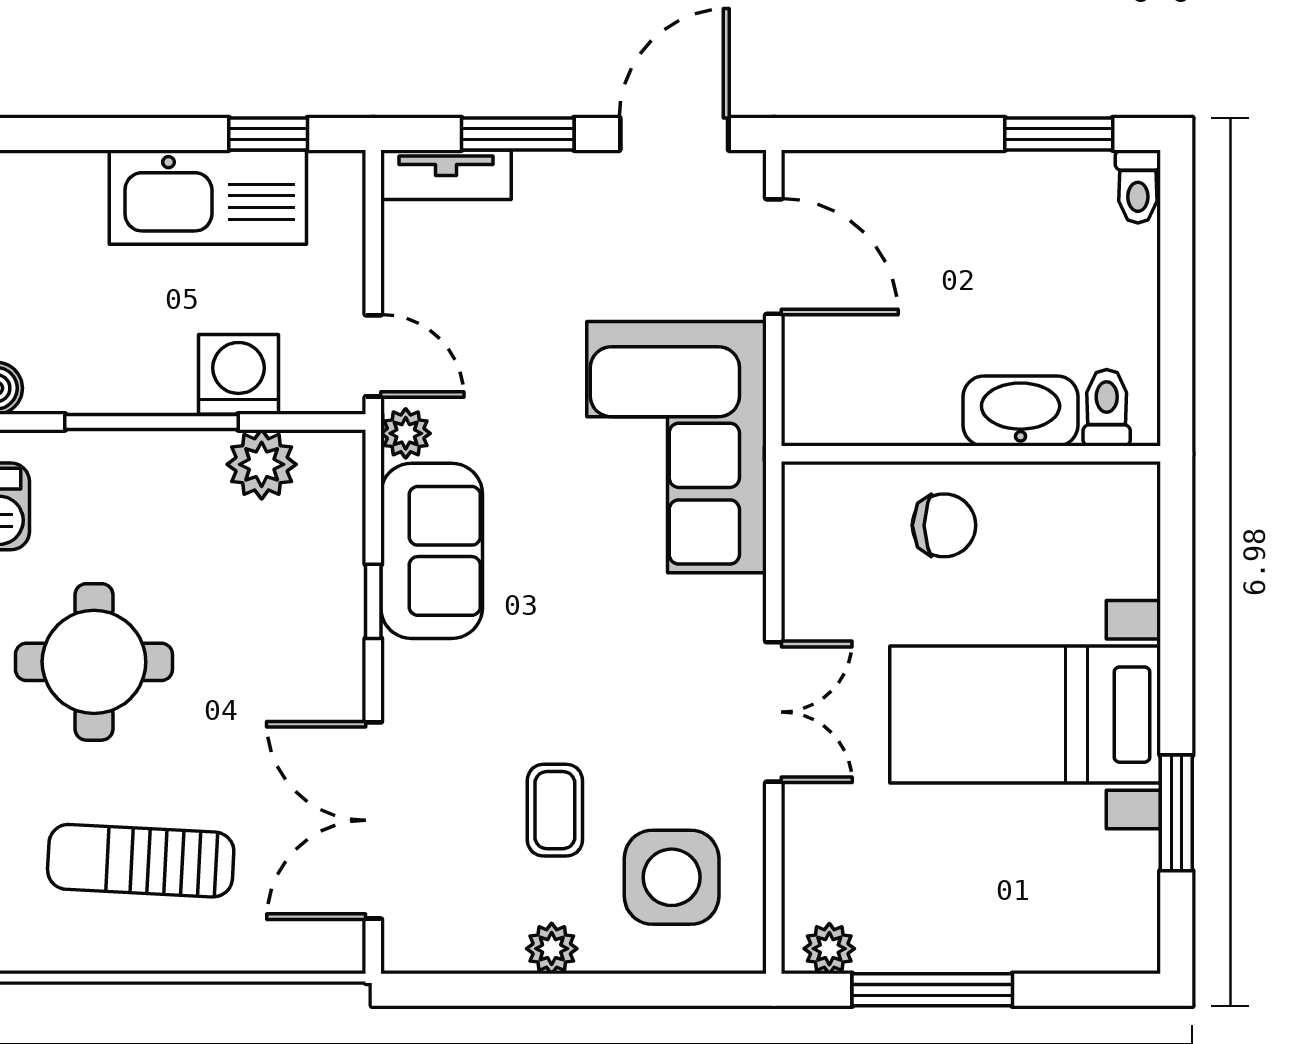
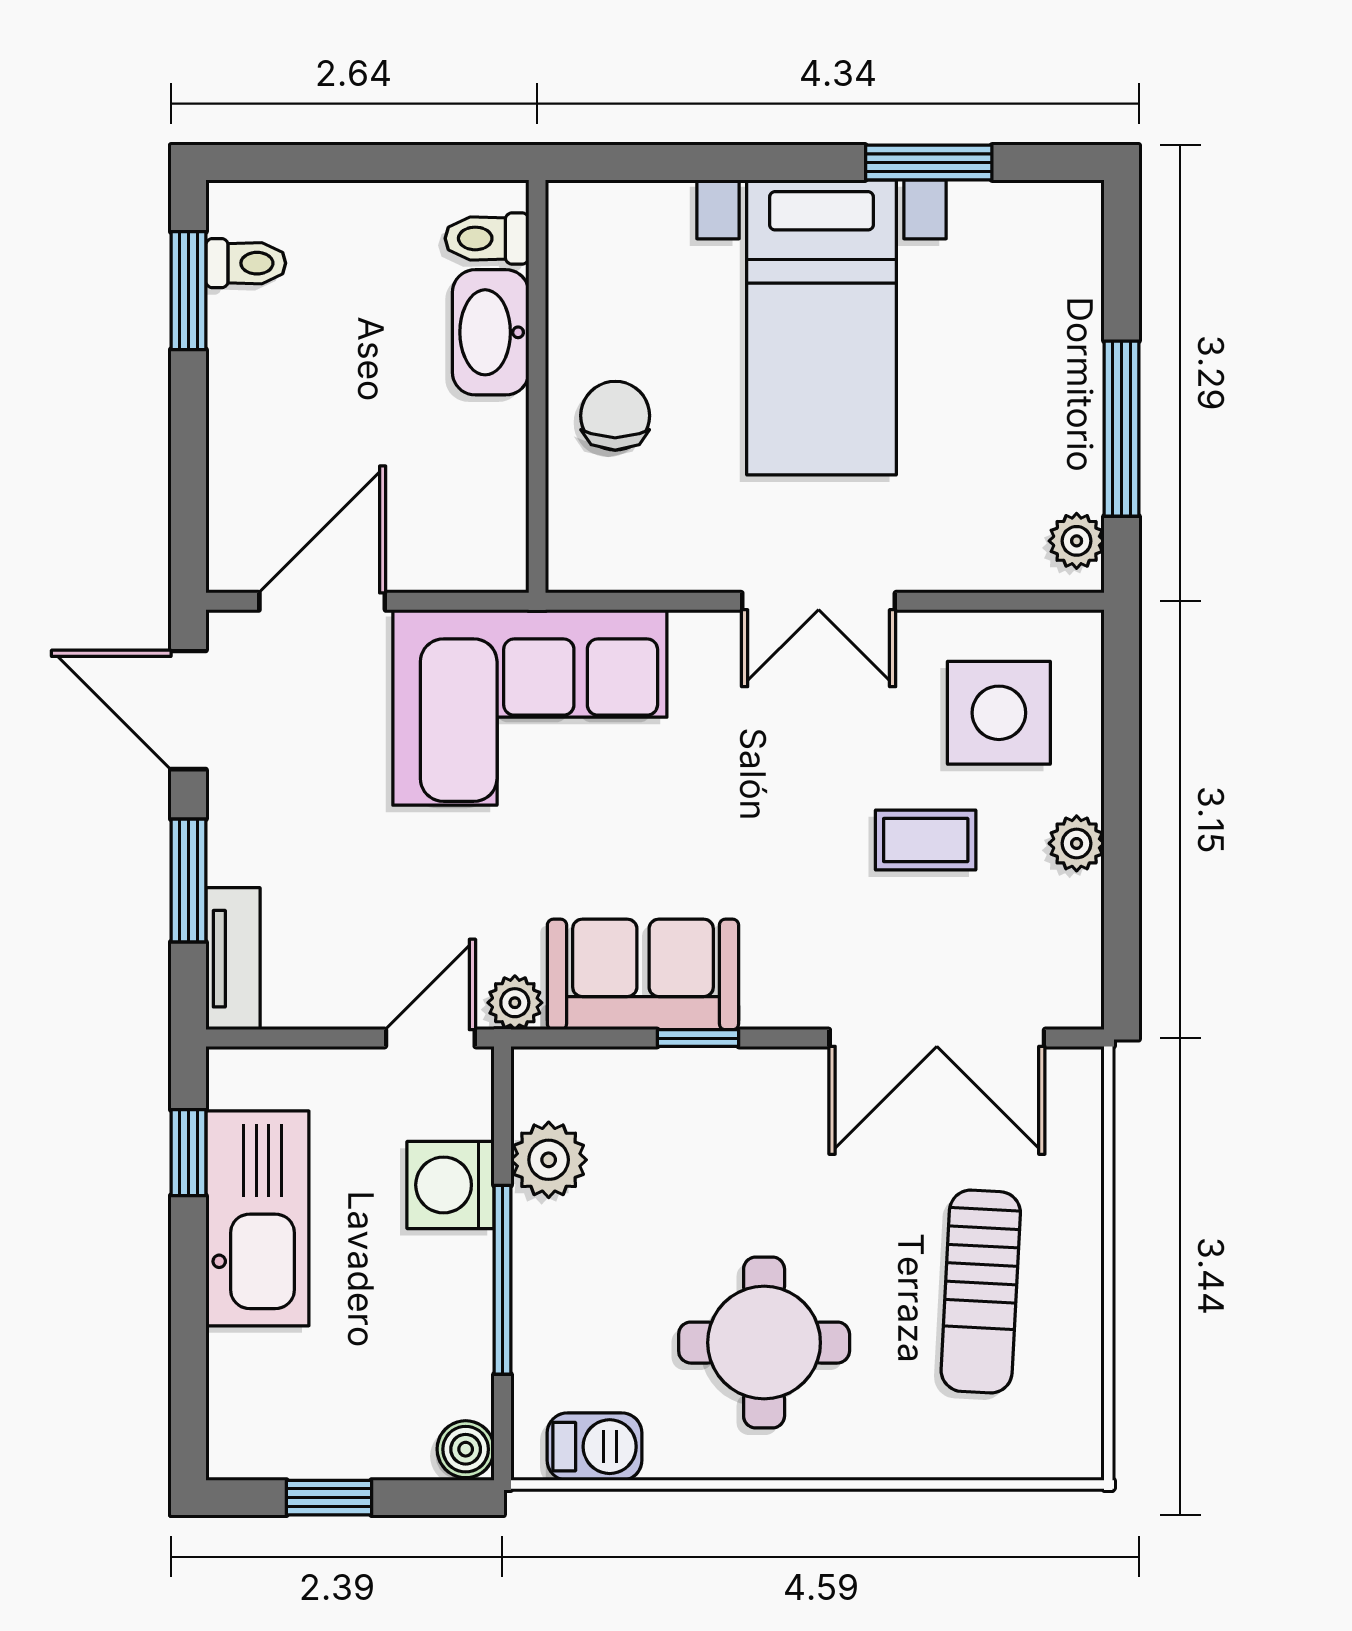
toilet: (1138, 187) -> (246, 263), moved
double door: (774, 712) -> (819, 601), swing flipped

